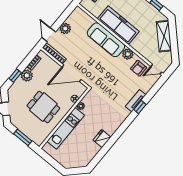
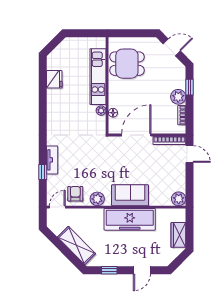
plant: (65, 28) -> (179, 199), moved
sofa: (106, 40) -> (130, 195), width x0.73
dining table: (43, 107) -> (127, 64), moved
window: (140, 107) -> (43, 172), moved
window: (23, 137) -> (132, 33), removed
fridge: (102, 139) -> (54, 79), moved

